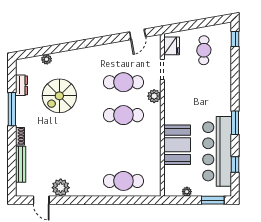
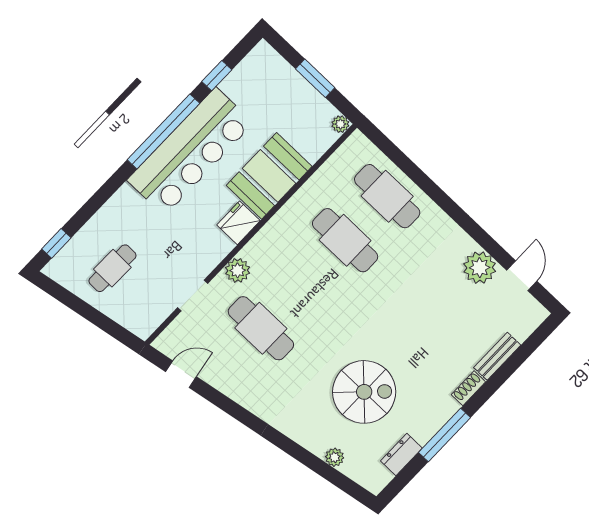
fridge: (172, 46) -> (238, 223), moved
cafe table: (123, 115) -> (345, 240), moved
window: (235, 123) -> (163, 131), width x2.11
bar counter: (217, 151) -> (190, 152), moved
bench: (21, 164) -> (497, 356), width x0.73
plant: (187, 192) -> (340, 124), moved
window: (213, 200) -> (315, 78), moved

